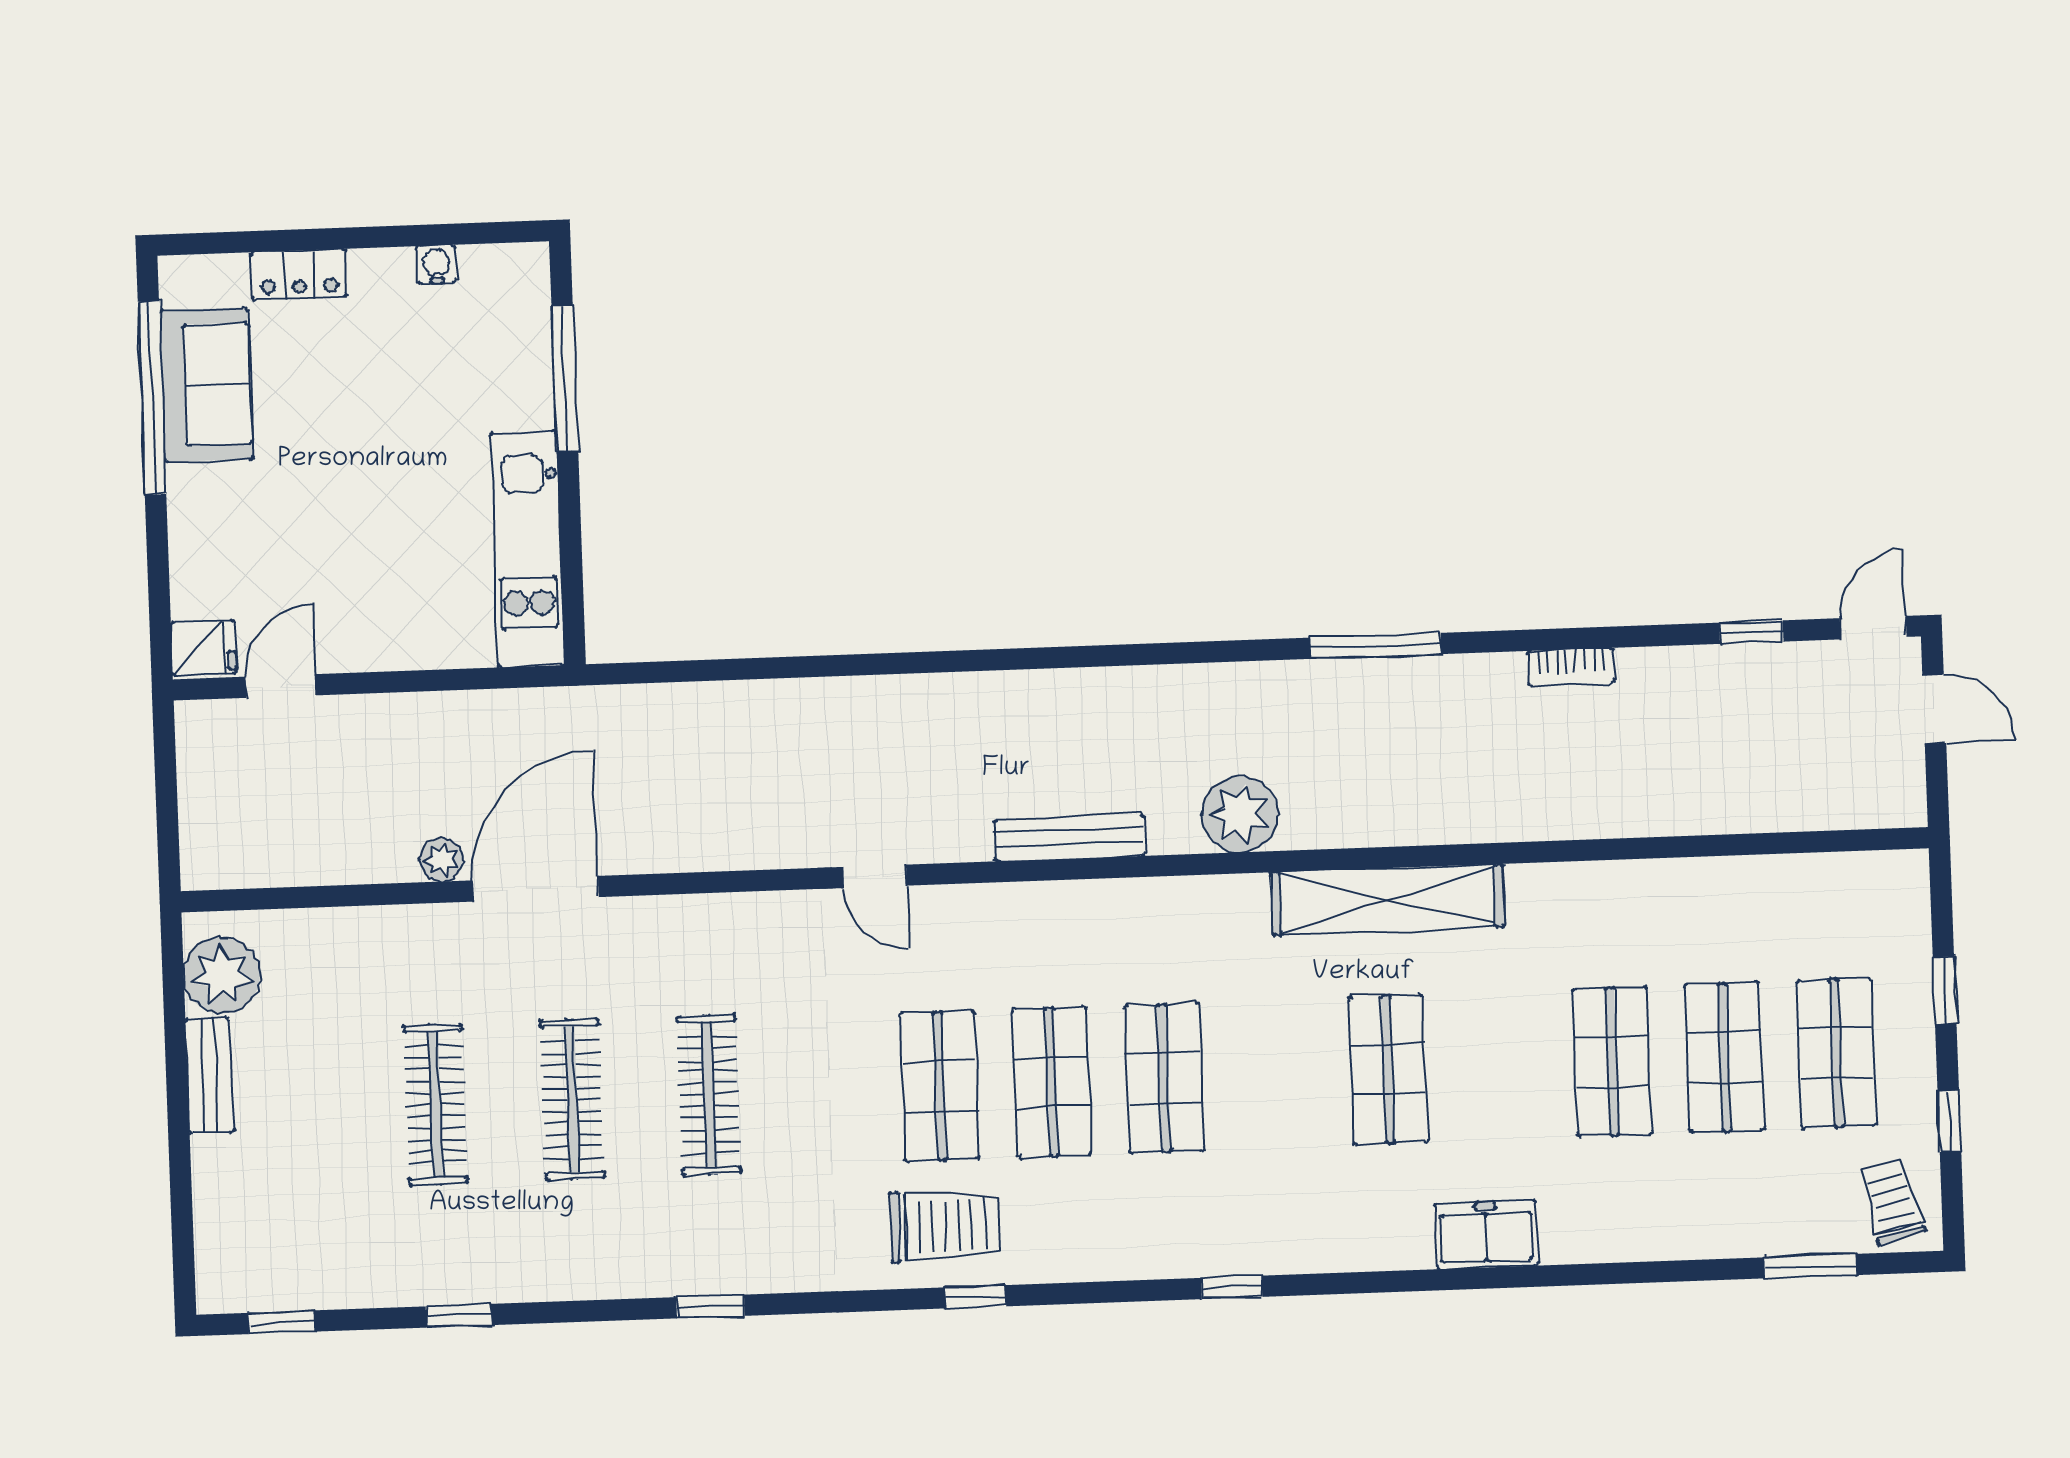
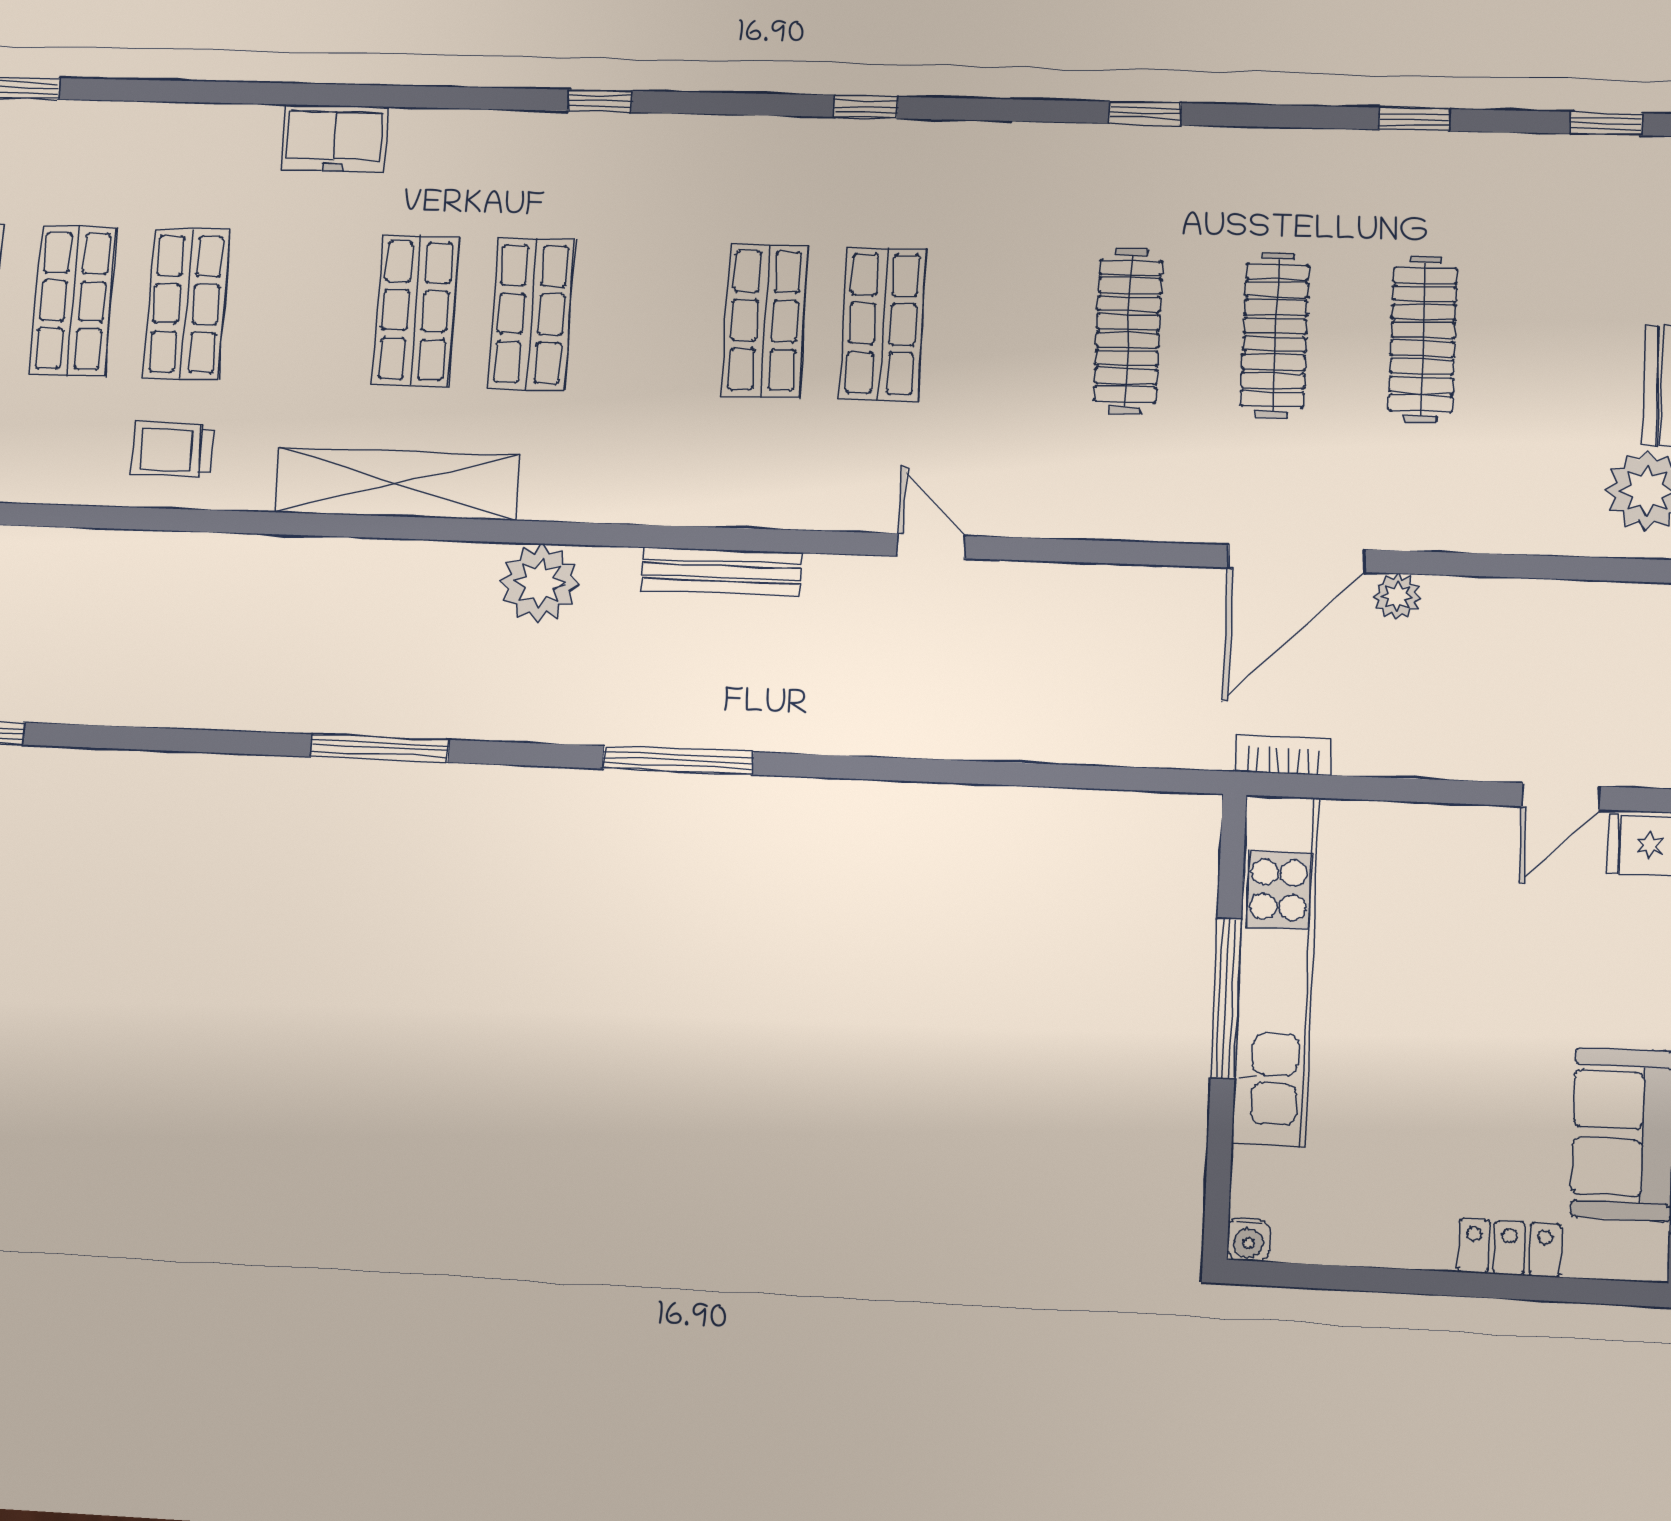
water cooler: (436, 265) -> (1249, 1240), moved
window: (565, 378) -> (1226, 998), moved
kitchen unit: (527, 549) -> (1275, 970), width x1.36
window: (1092, 656) -> (678, 760), added
bookcase: (1571, 666) -> (1283, 755), moved
shop shelf: (1164, 1078) -> (531, 314), moved
trolley: (945, 1226) -> (172, 450), moved, width x0.73, depth x0.72

